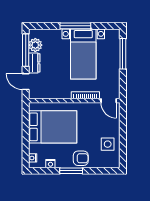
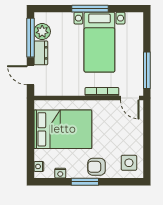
window: (123, 54) -> (147, 70), moved
side table: (108, 144) -> (129, 163), moved
armchair: (81, 158) -> (96, 167), turned 180

